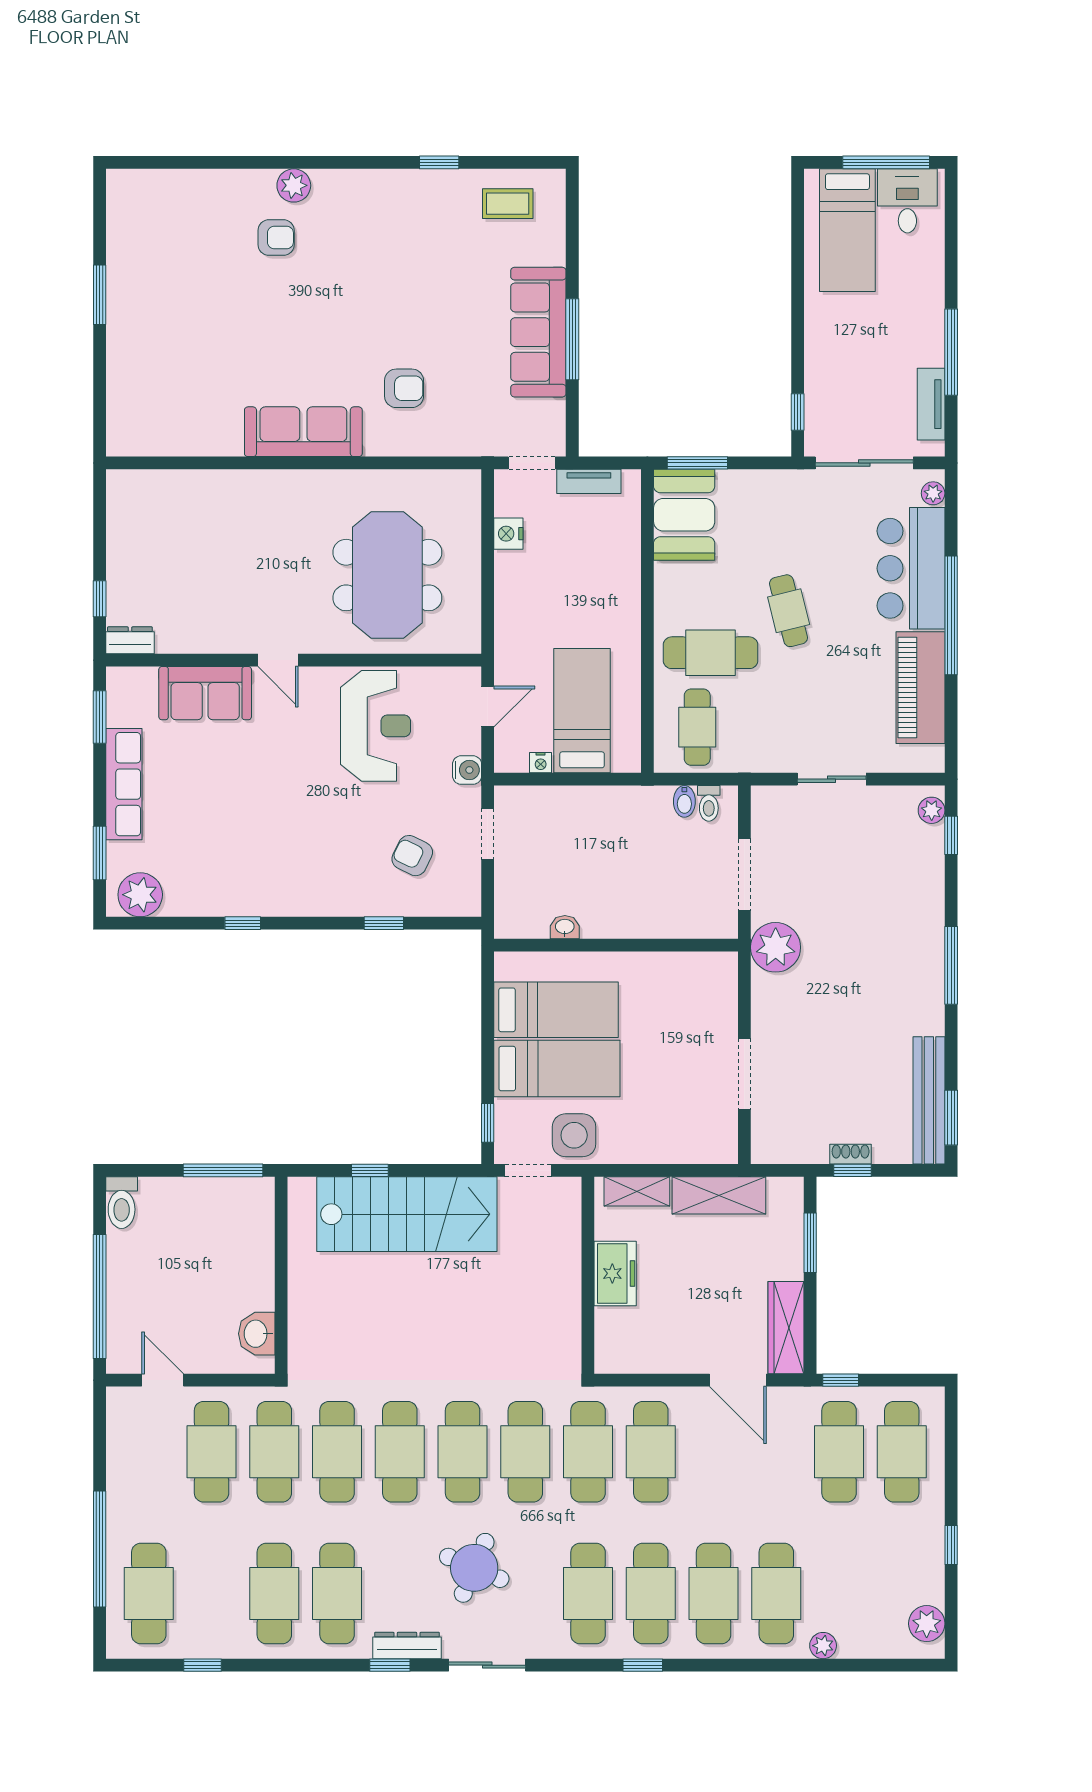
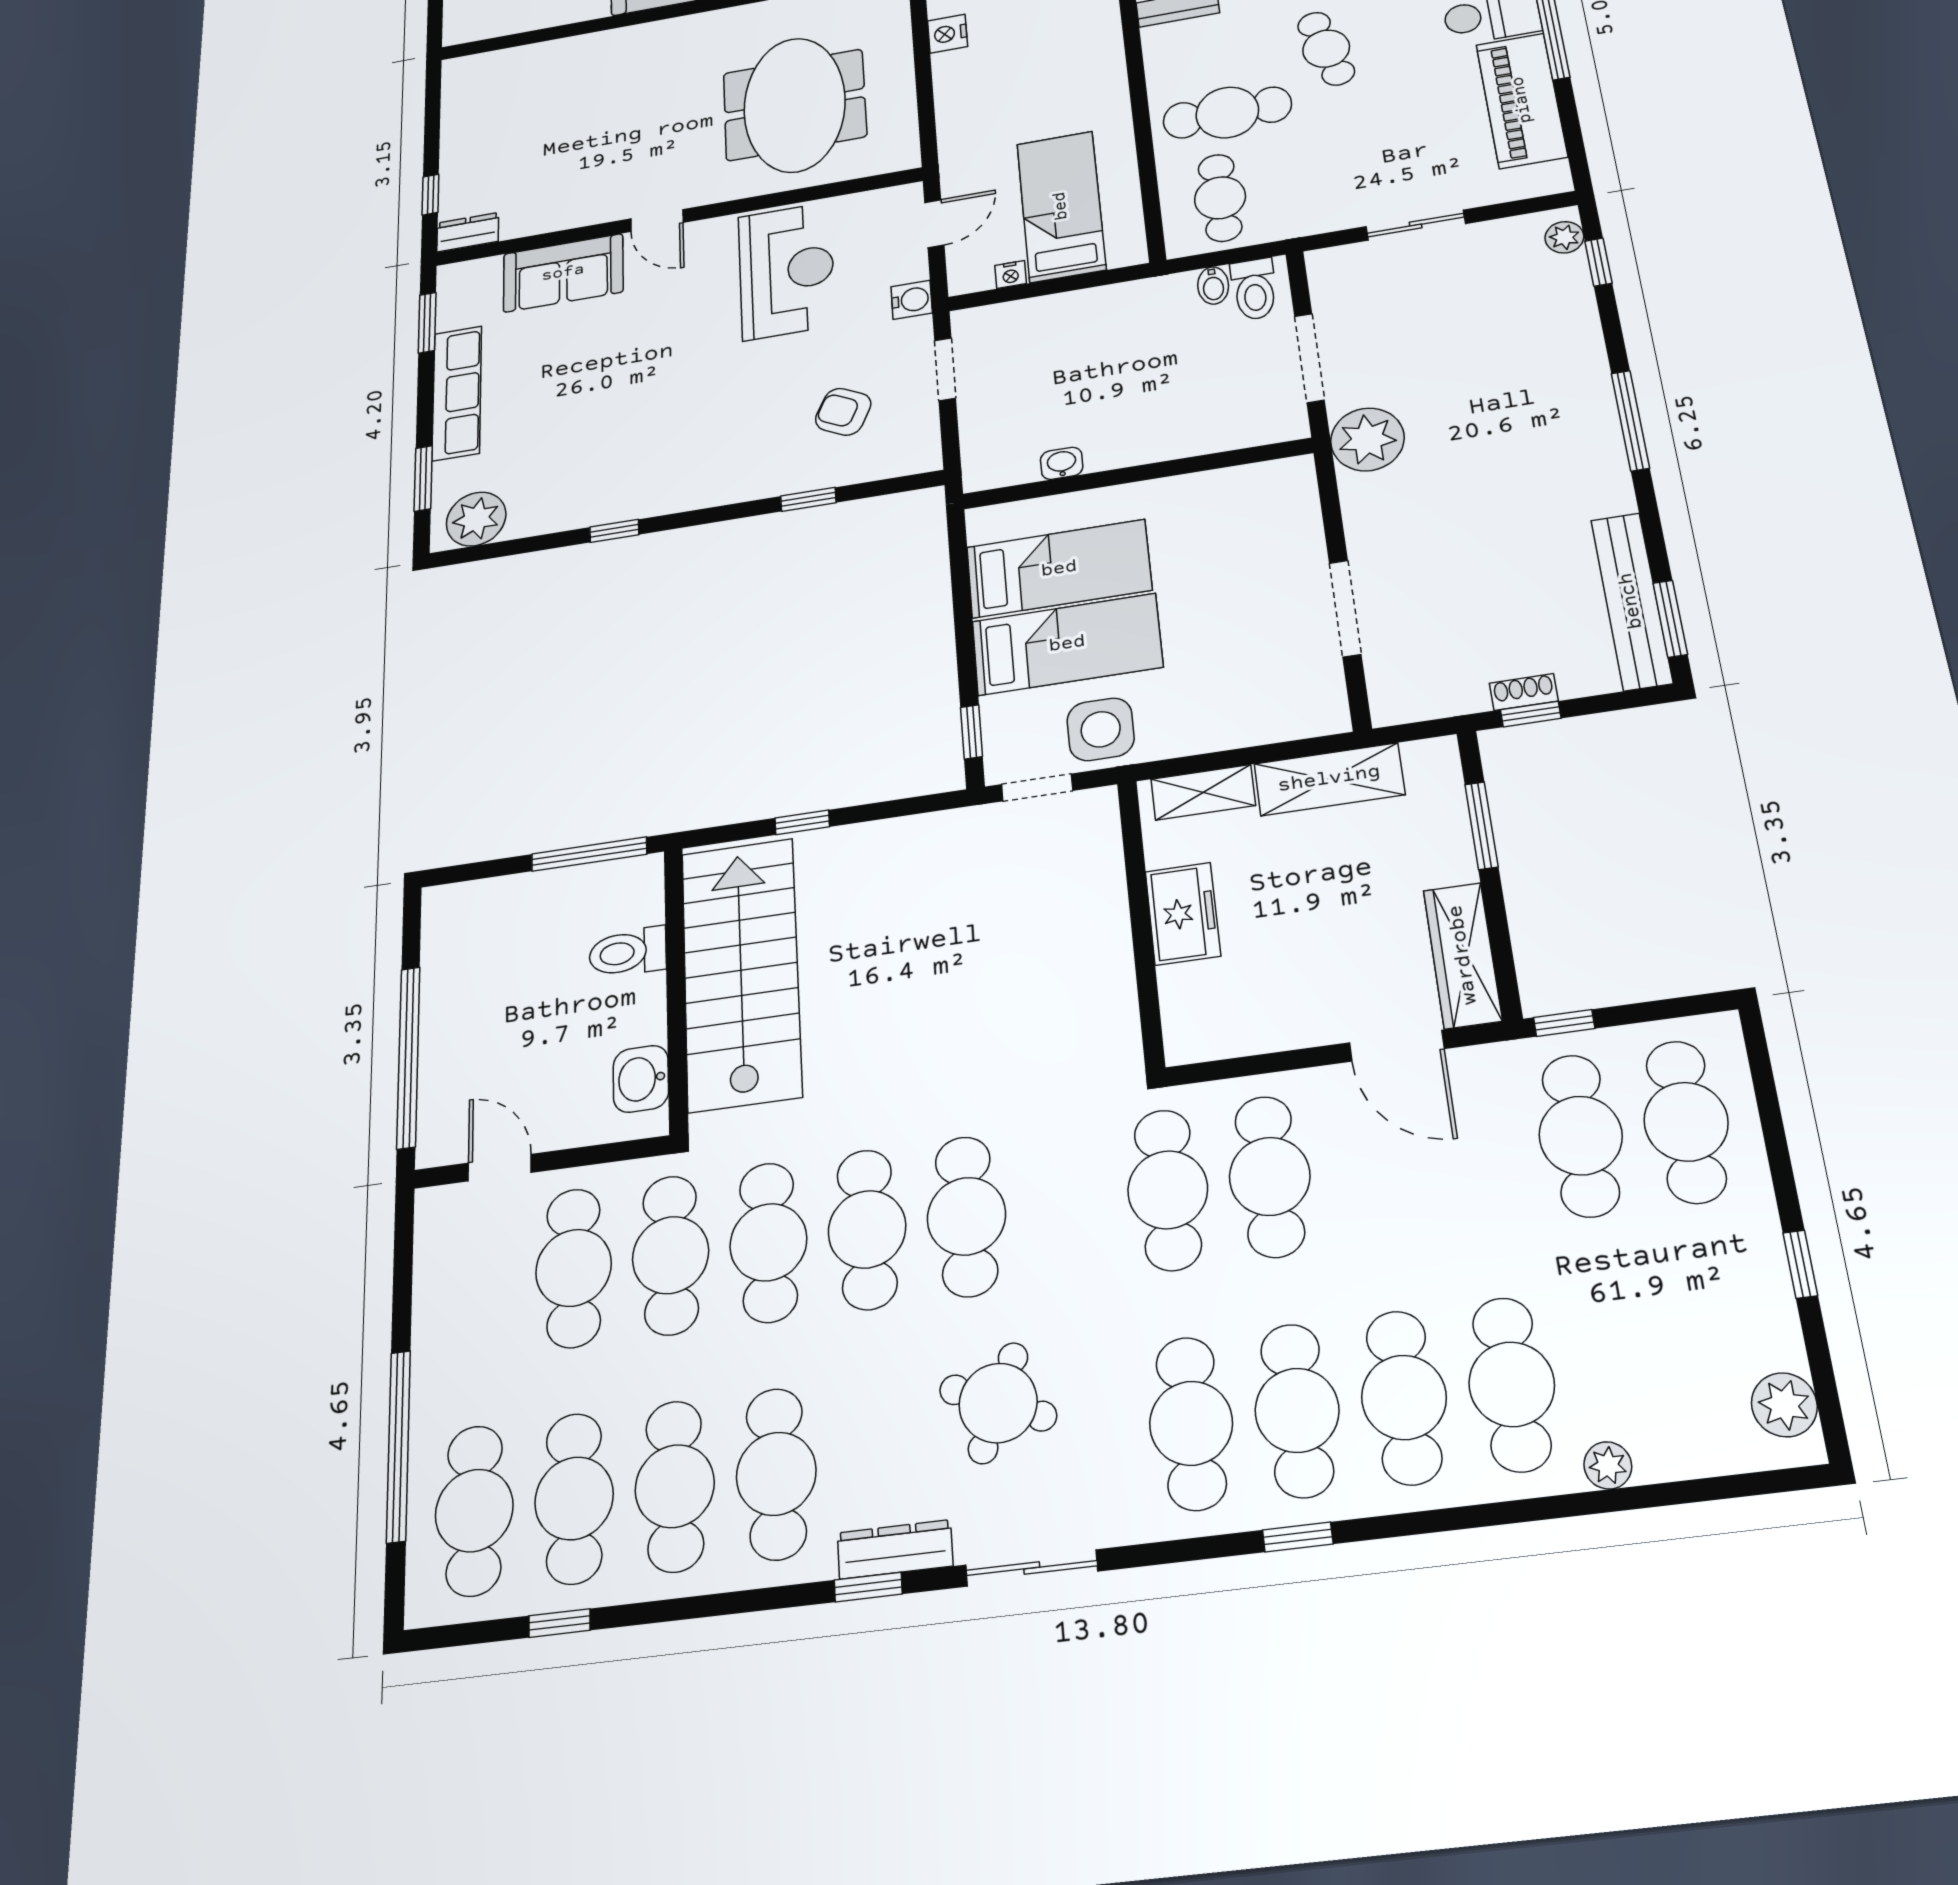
toilet: (709, 803) -> (1254, 289), width x1.37, depth x1.39
toilet: (122, 1203) -> (628, 952), moved, turned 90
stairs: (407, 1214) -> (741, 973), moved, turned -90
cafe table: (525, 1452) -> (574, 1498), moved

